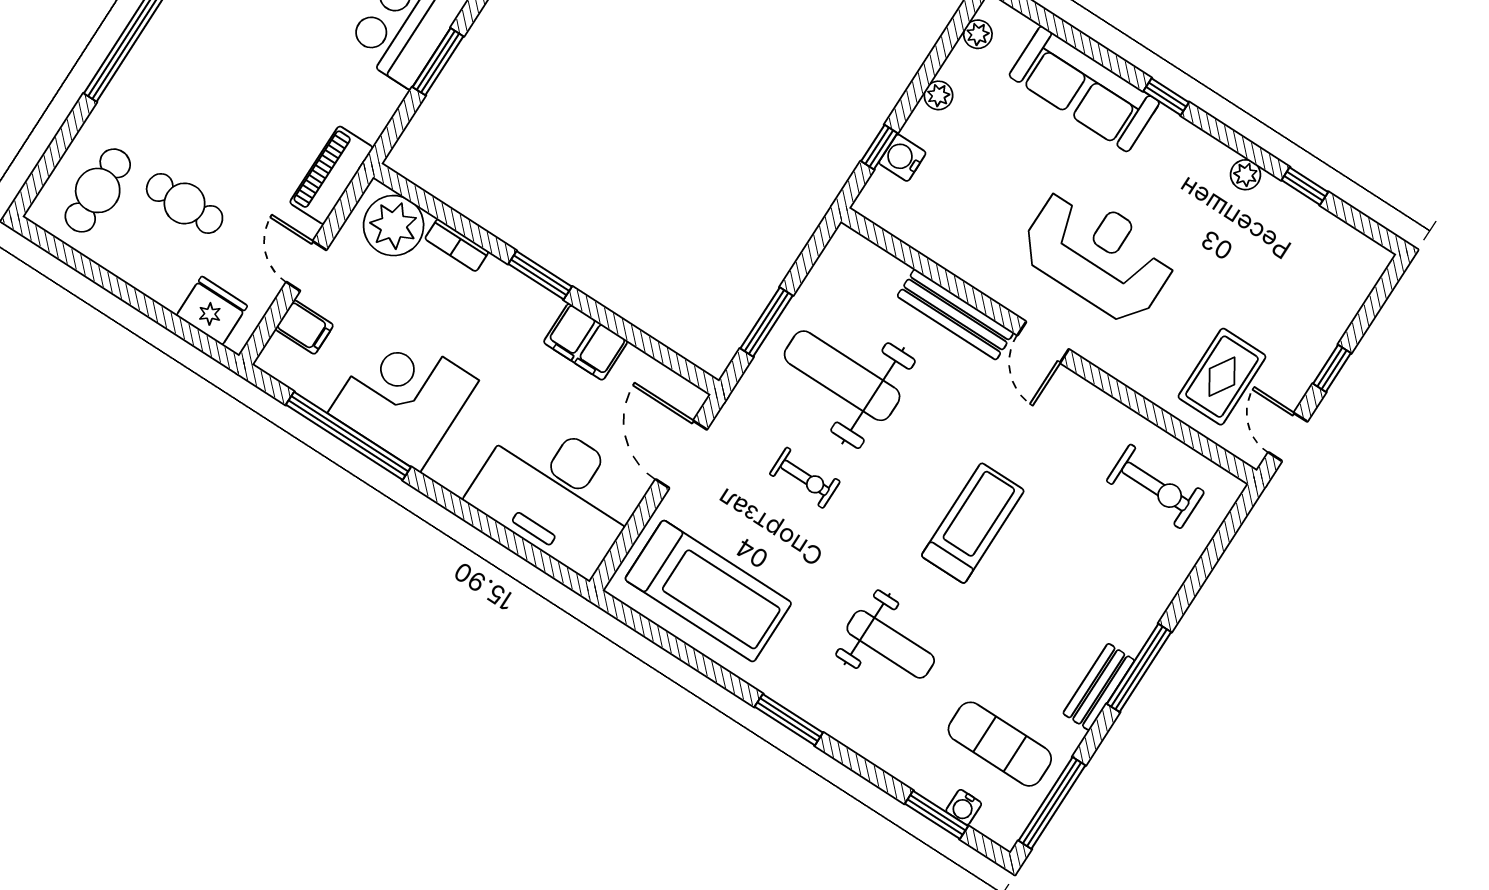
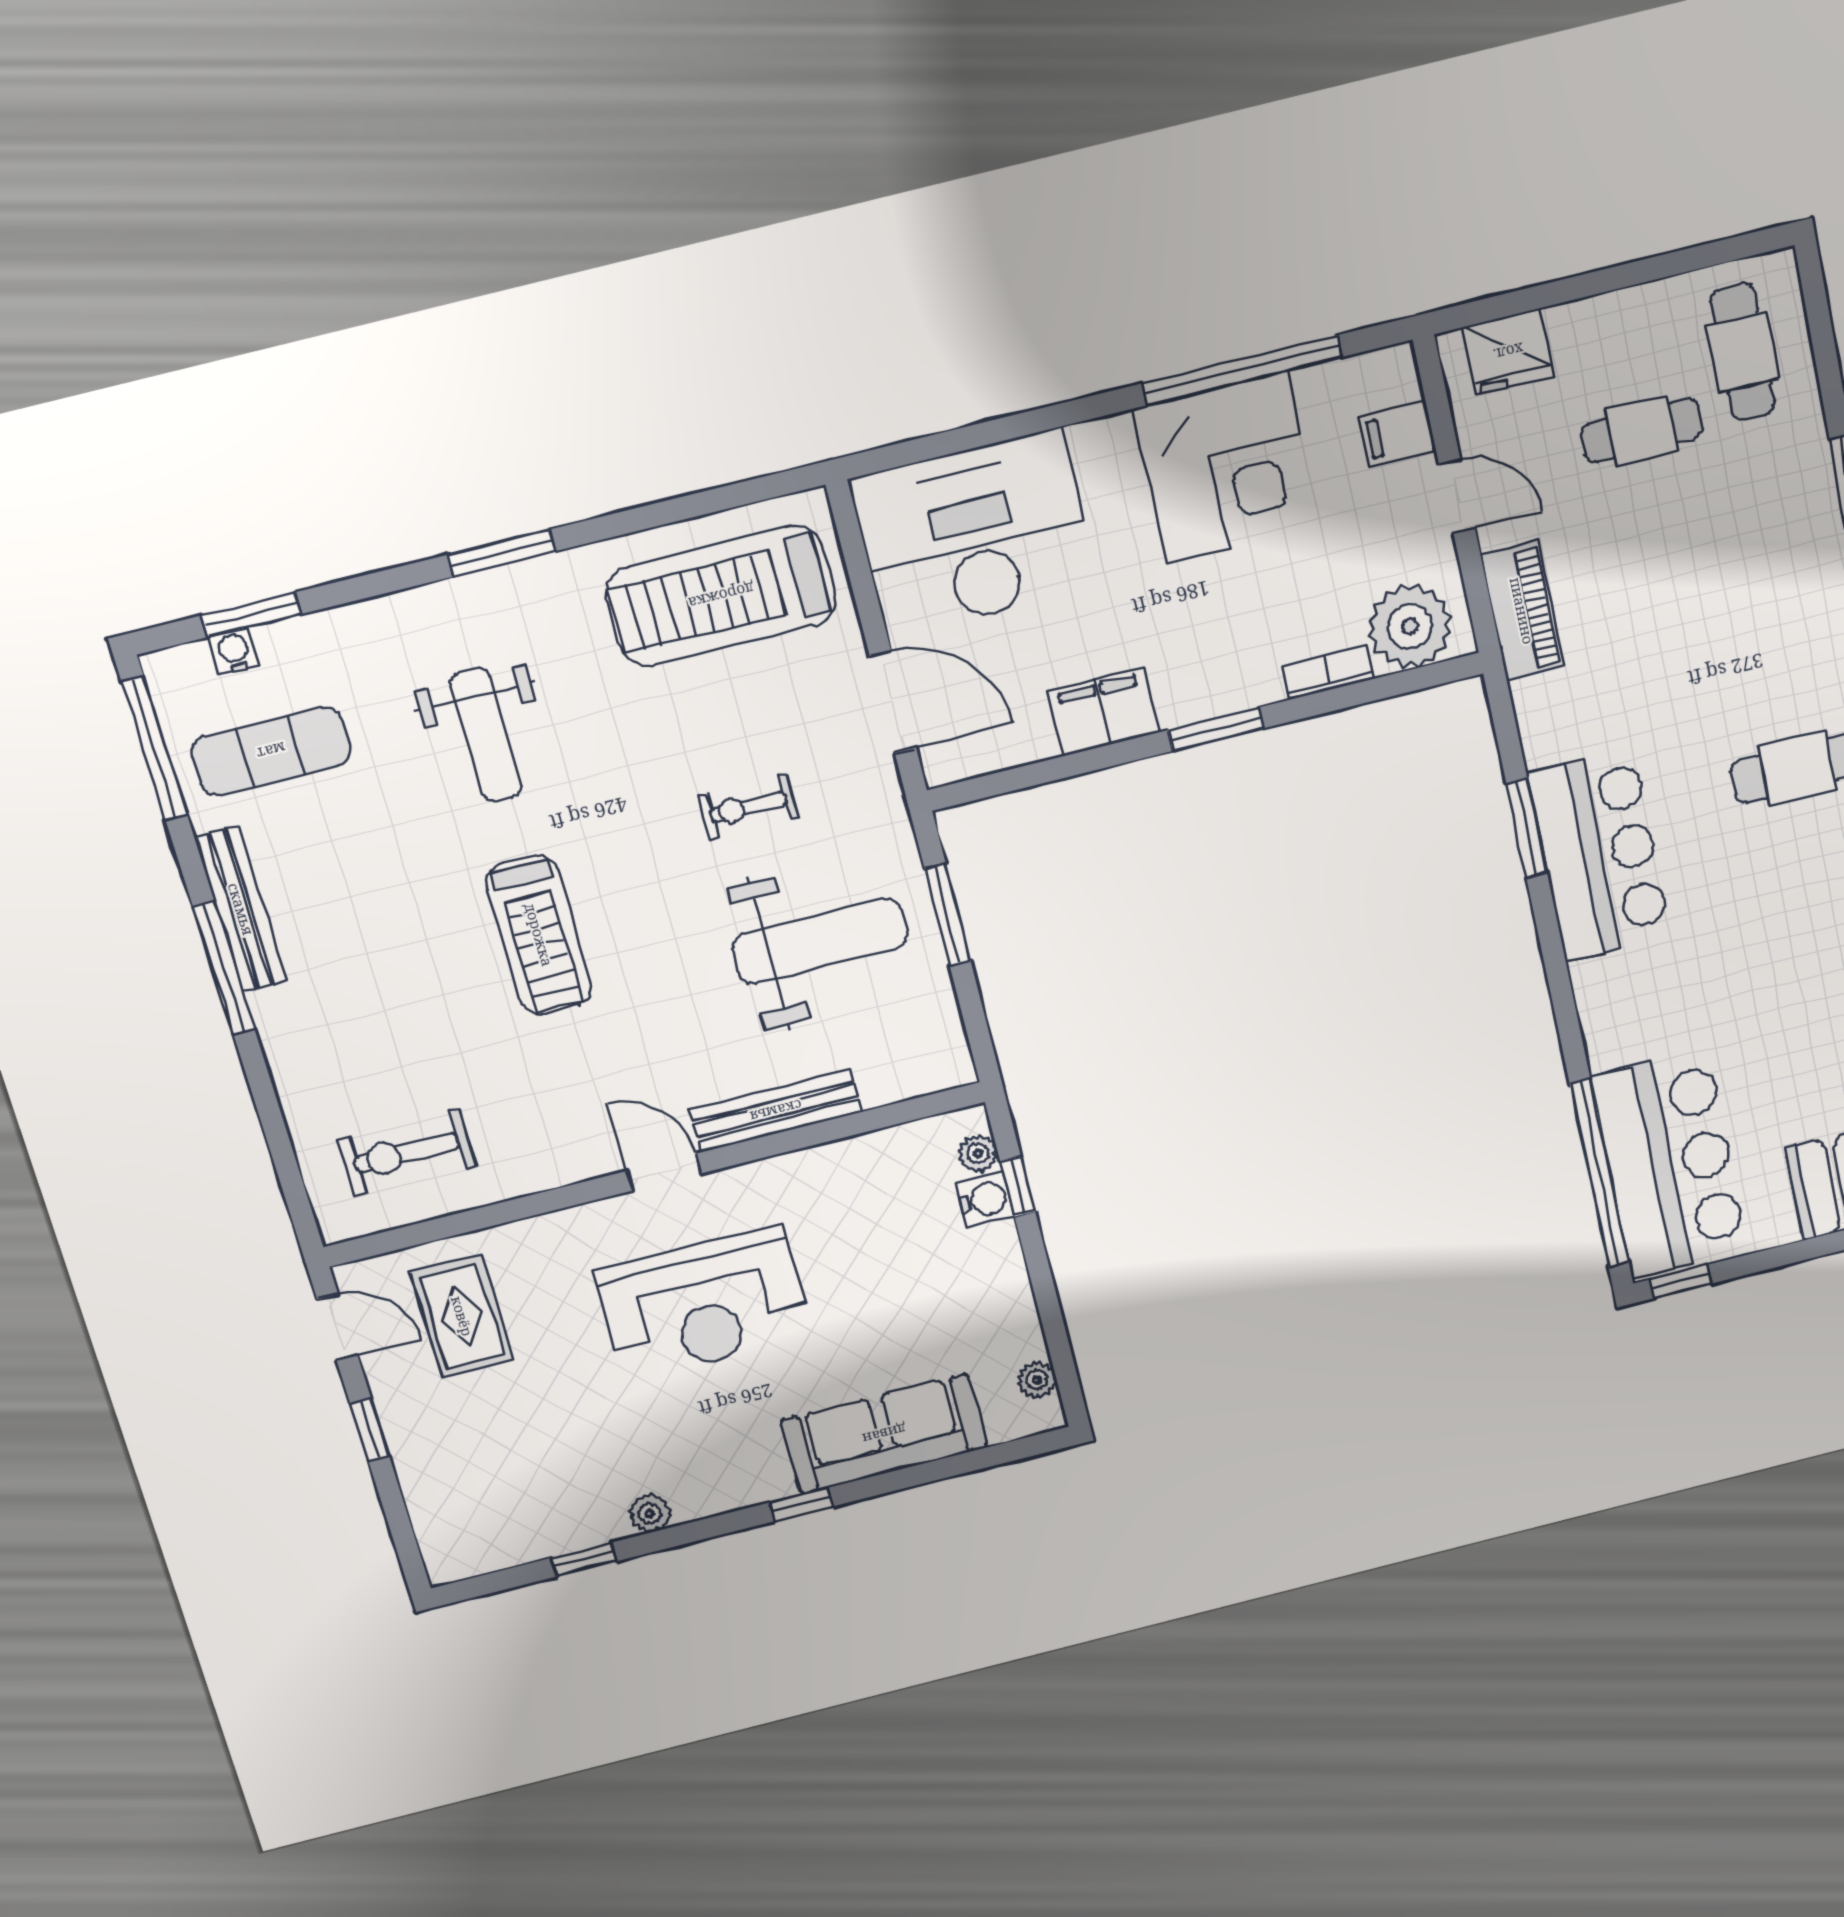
plant: (938, 95) -> (978, 1154), moved
weight bench: (891, 644) -> (486, 735), turned -90
bench: (1099, 687) -> (241, 909), width x1.36

